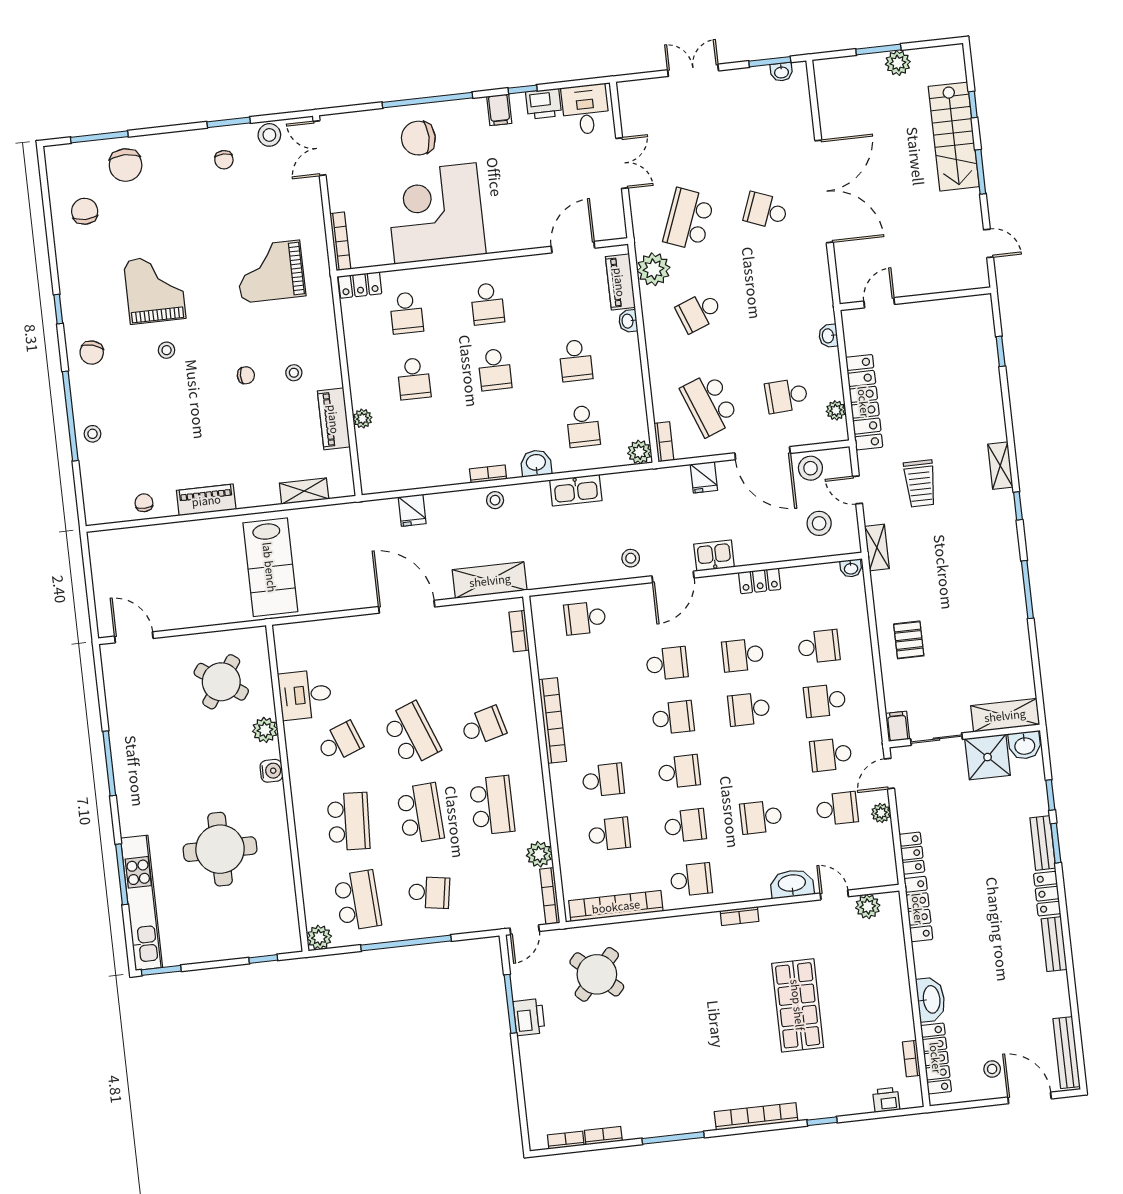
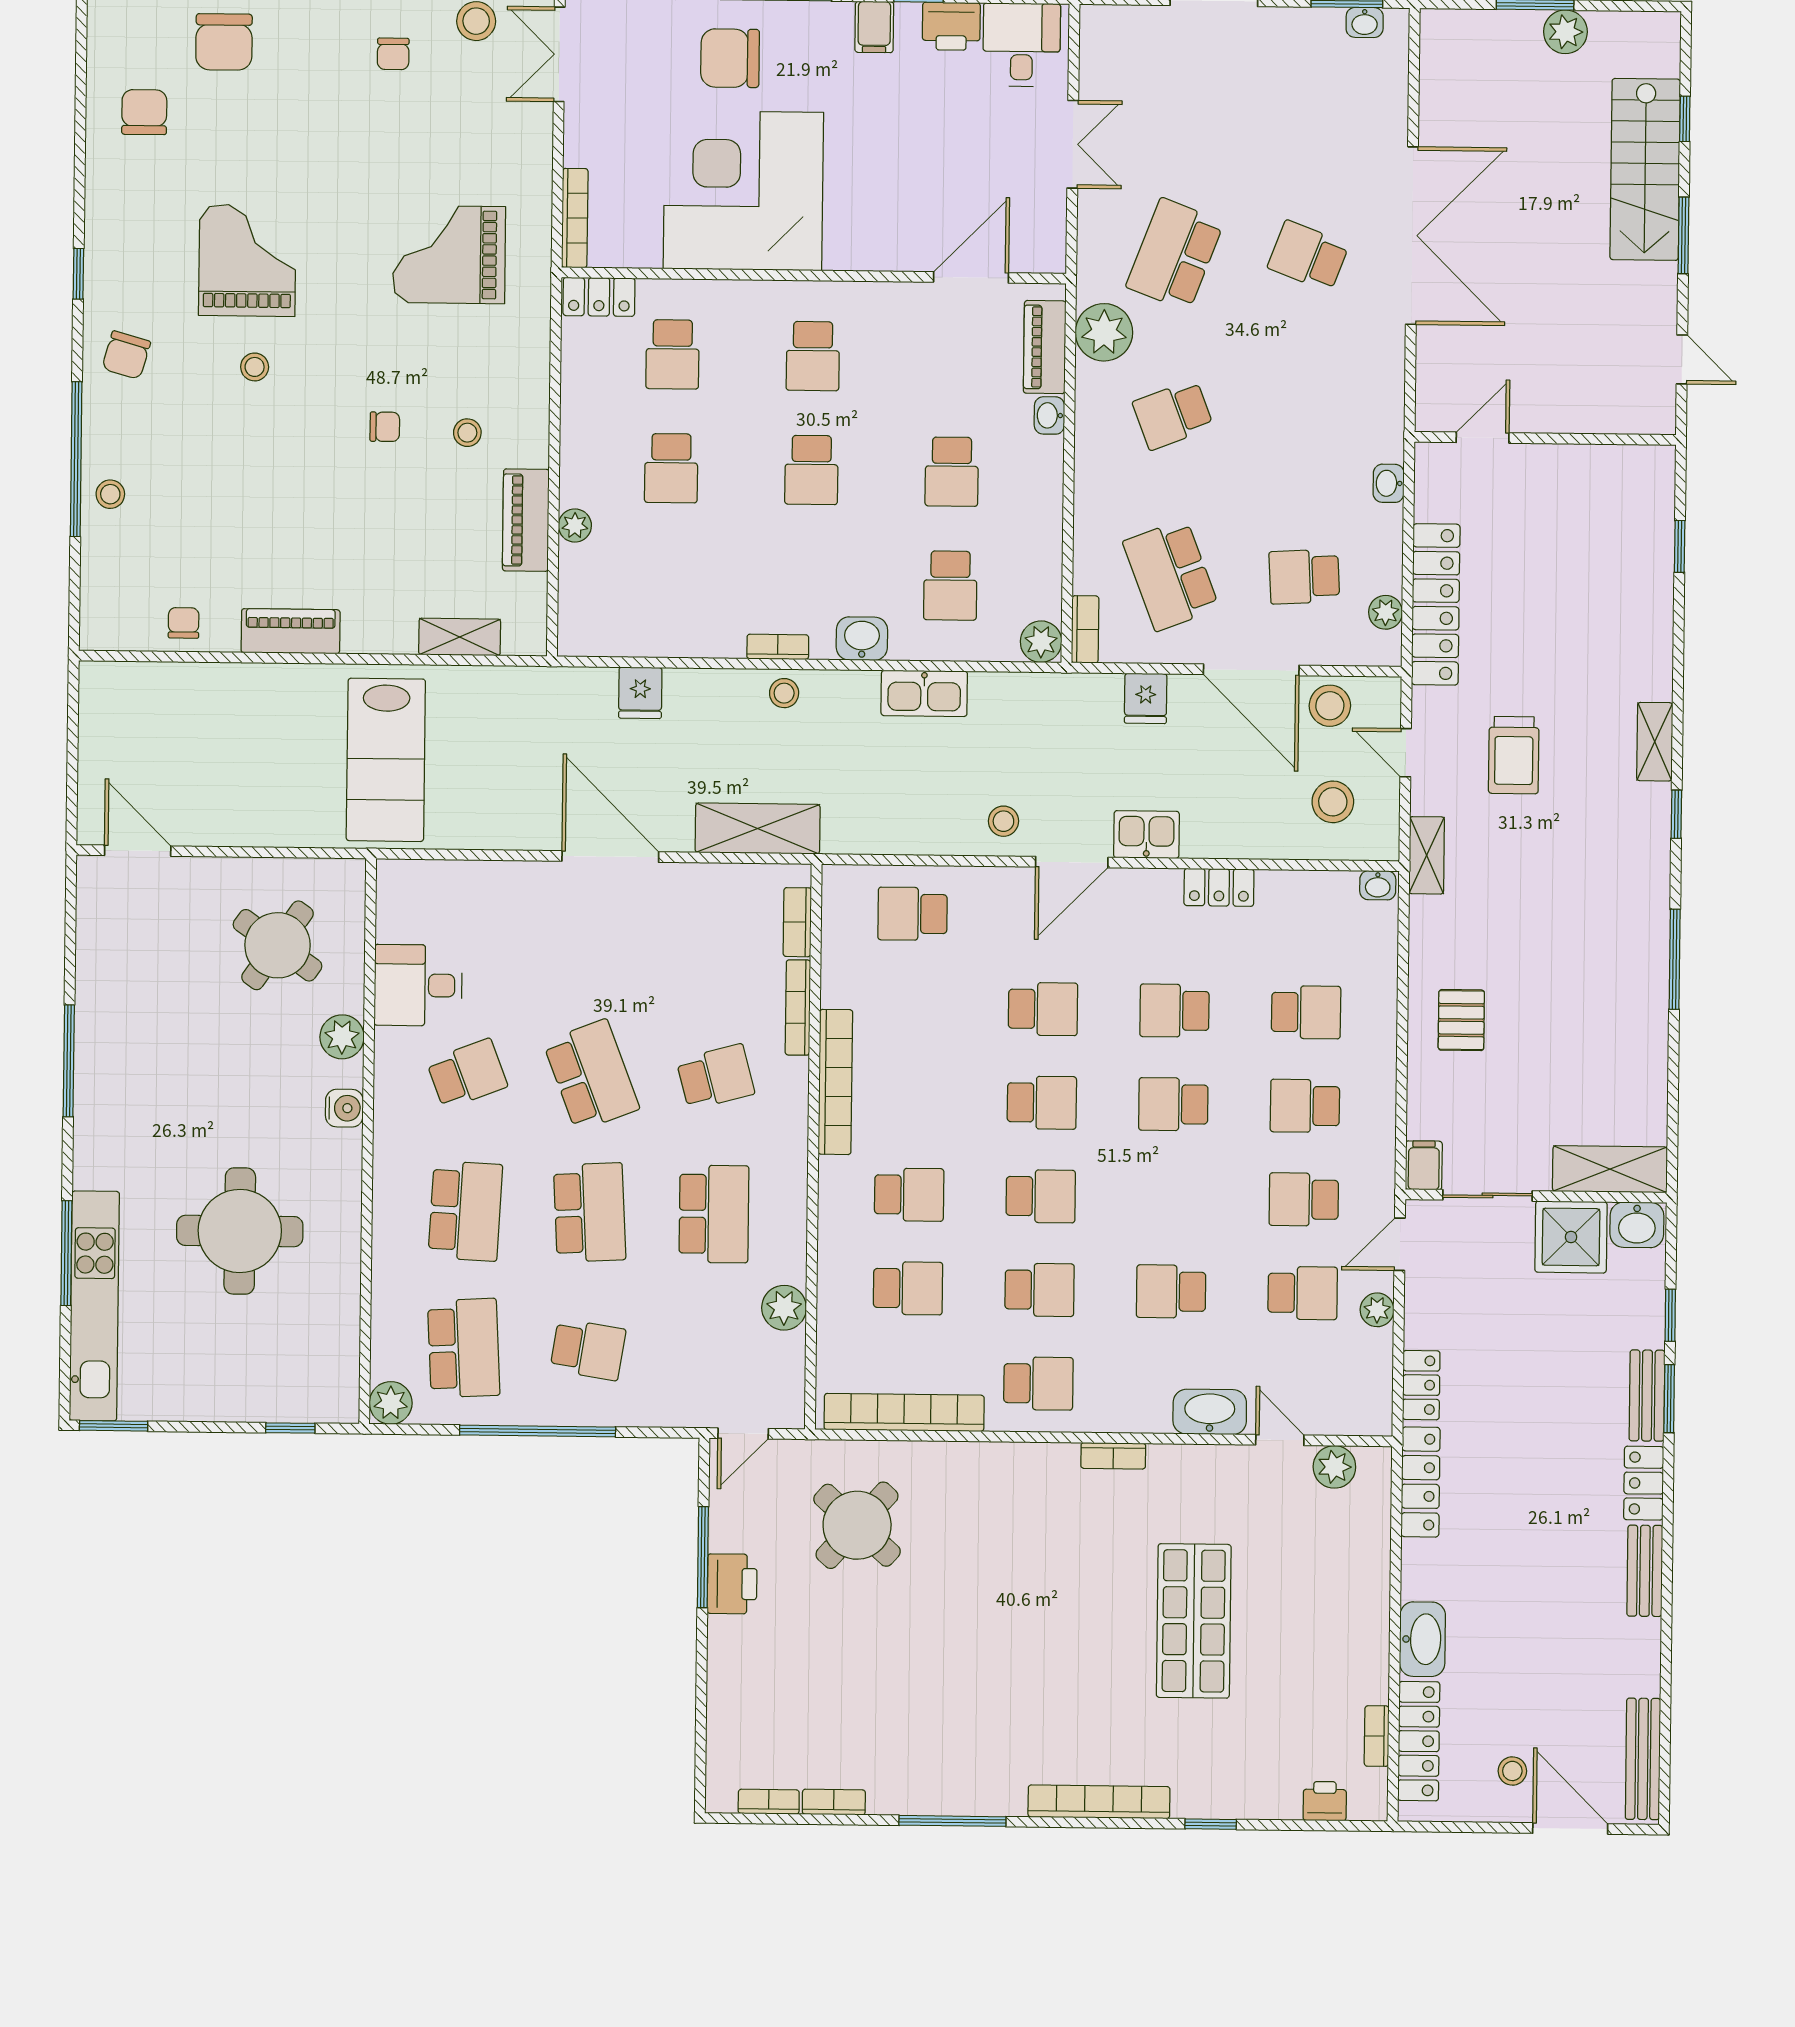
bookcase: (550, 896) -> (798, 1008), moved

